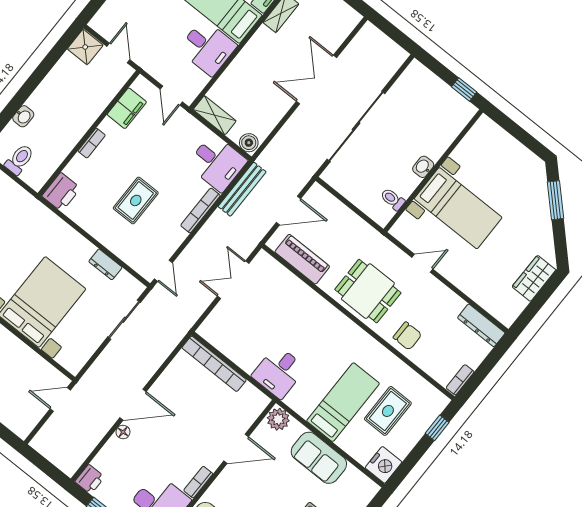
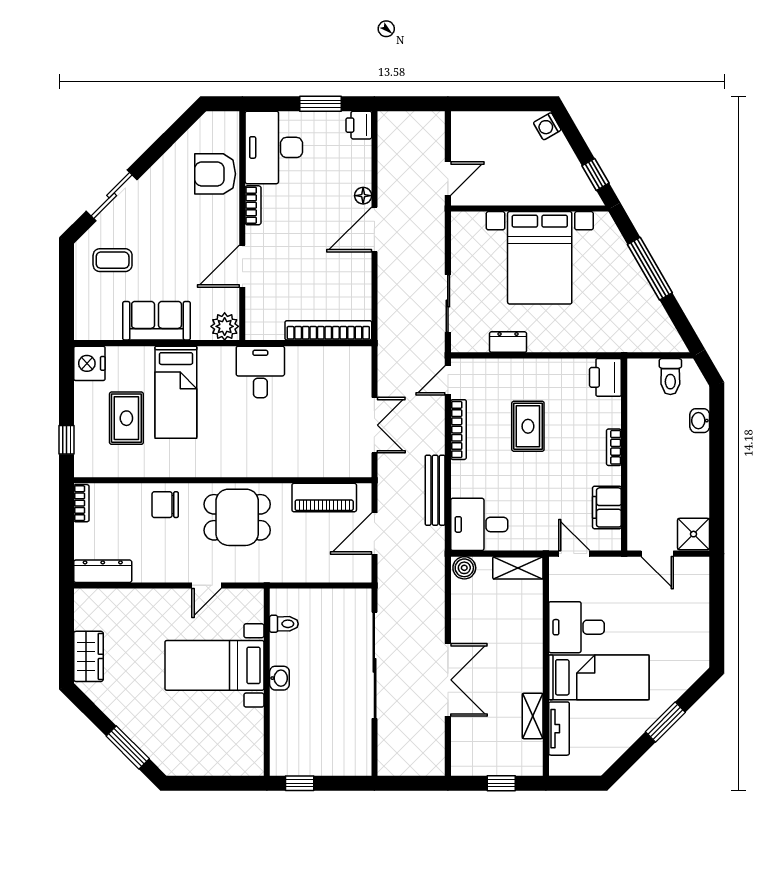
bench: (242, 189) -> (435, 490), moved
bookcase: (200, 210) -> (459, 430), moved
door: (163, 271) -> (448, 380), hinge flipped

